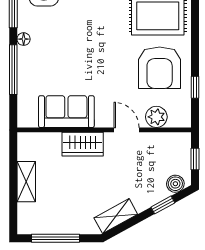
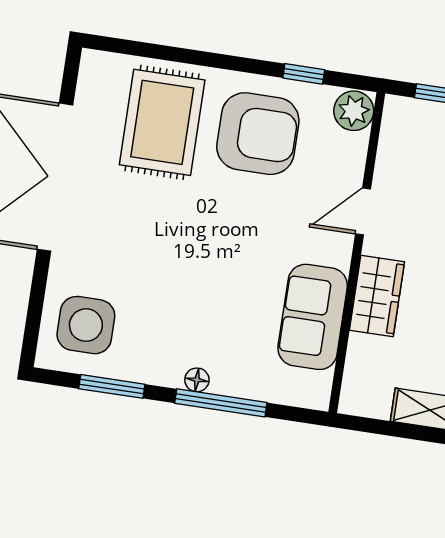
floor lamp: (24, 39) -> (197, 380), moved
plant: (156, 117) -> (354, 111), moved

